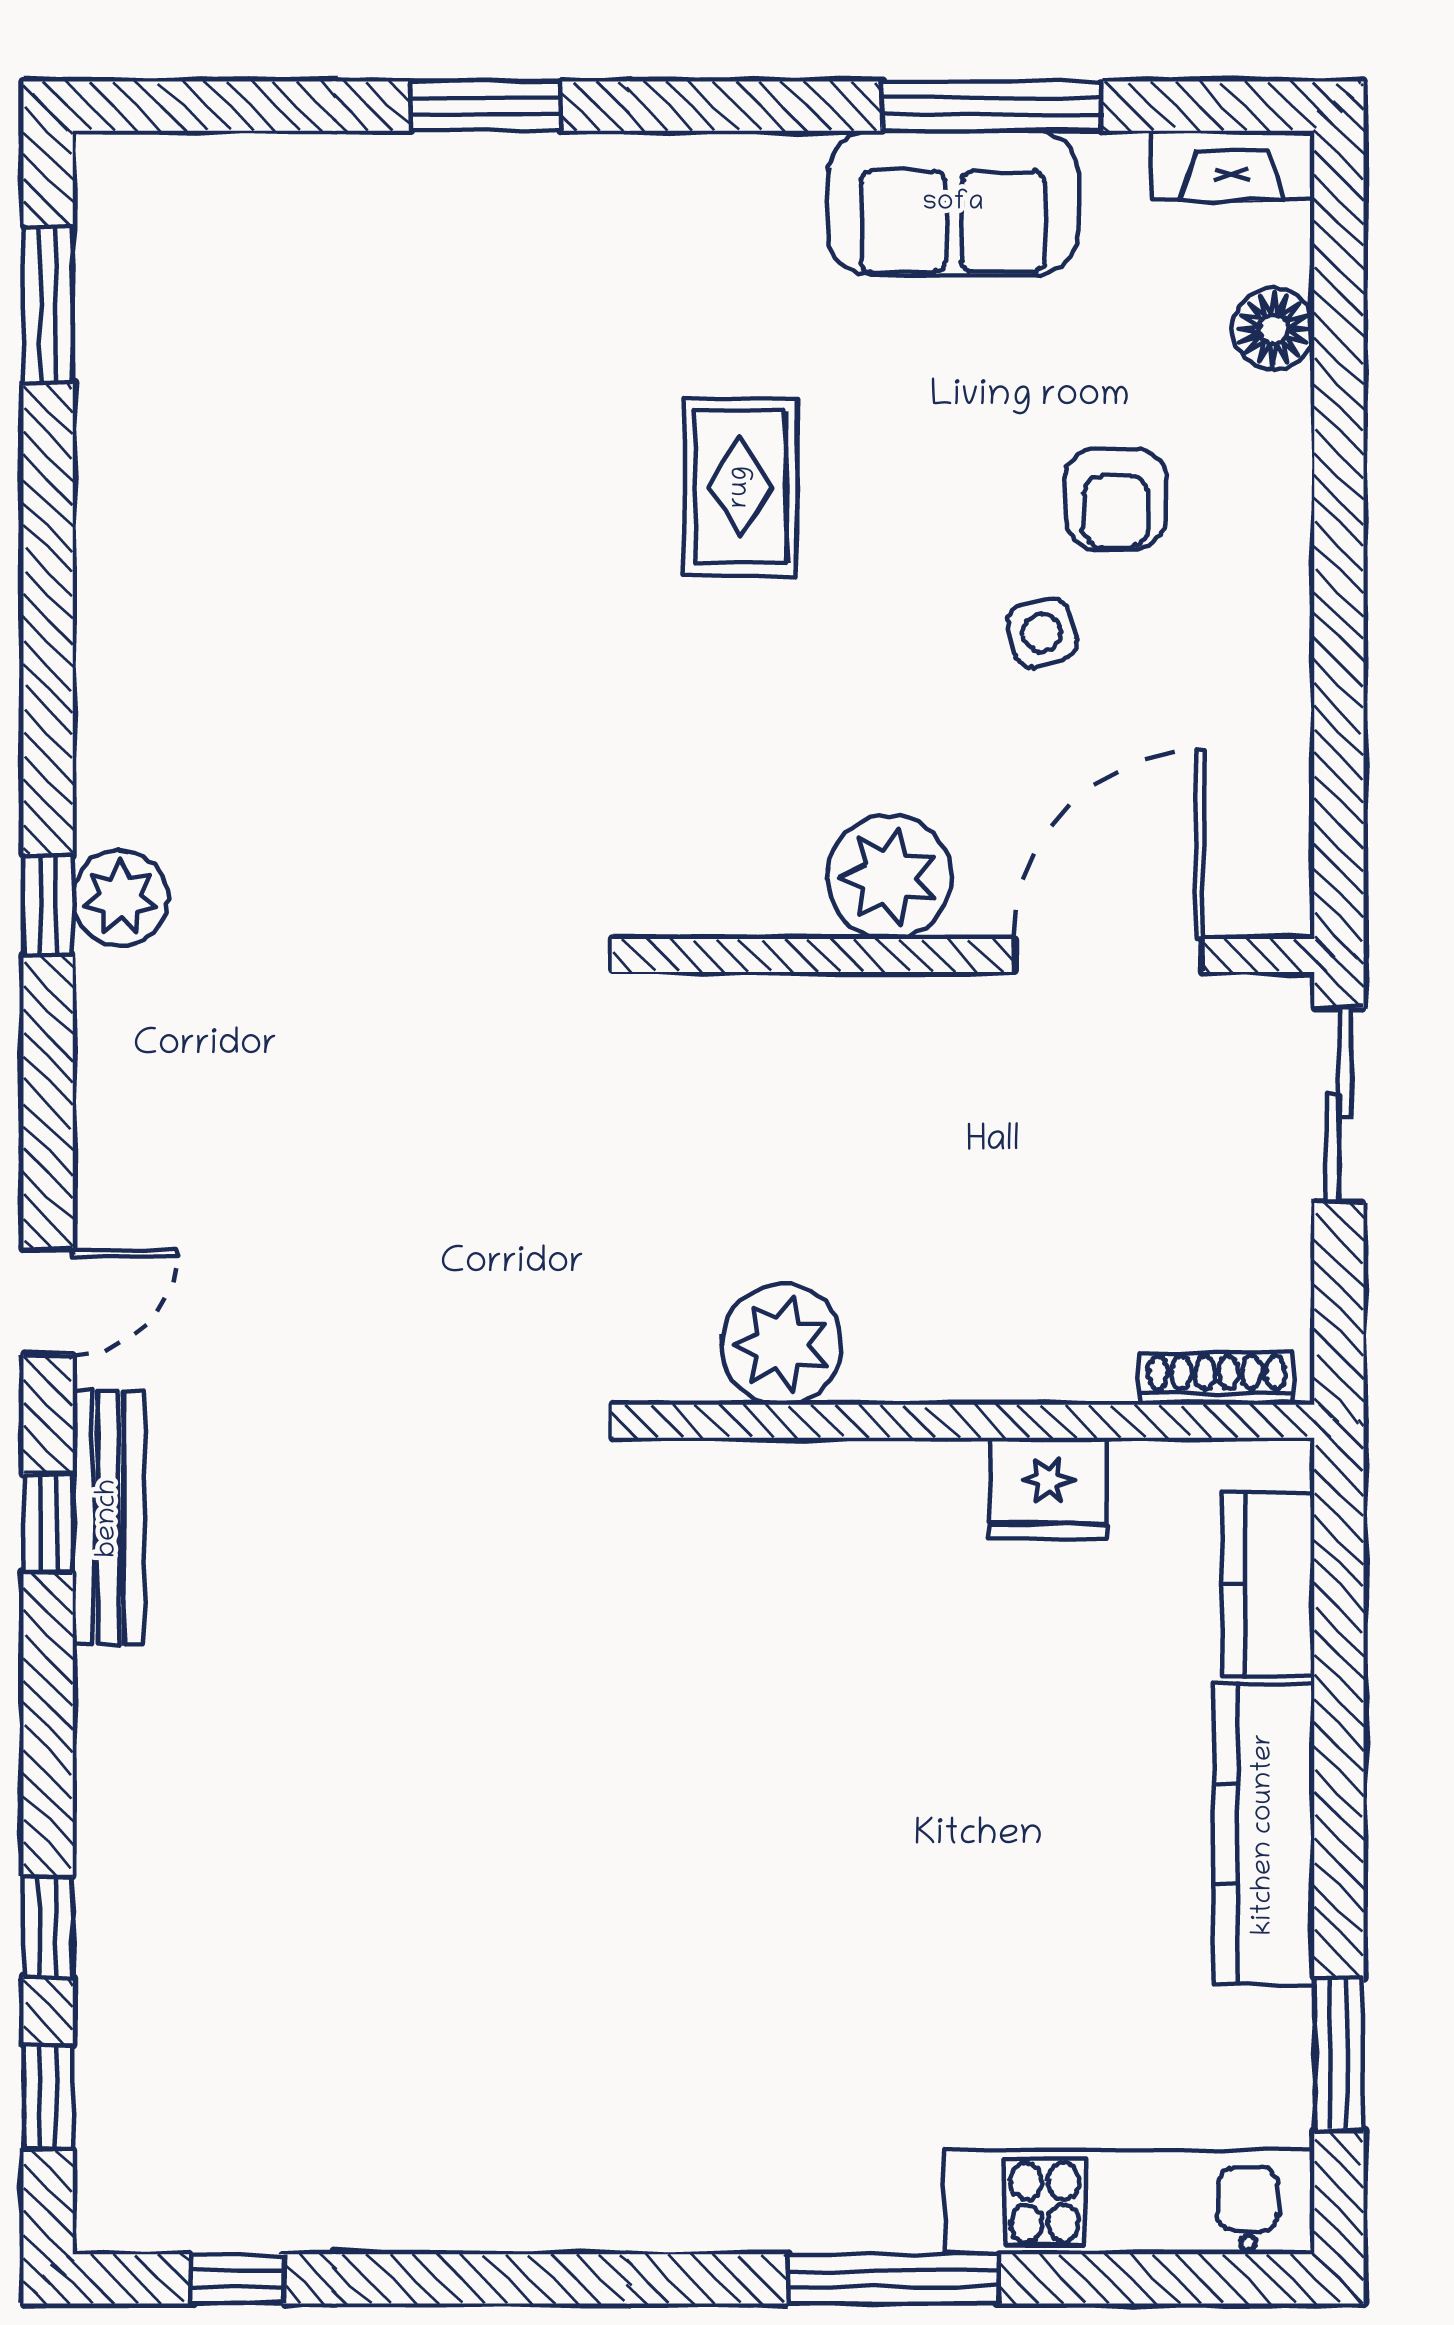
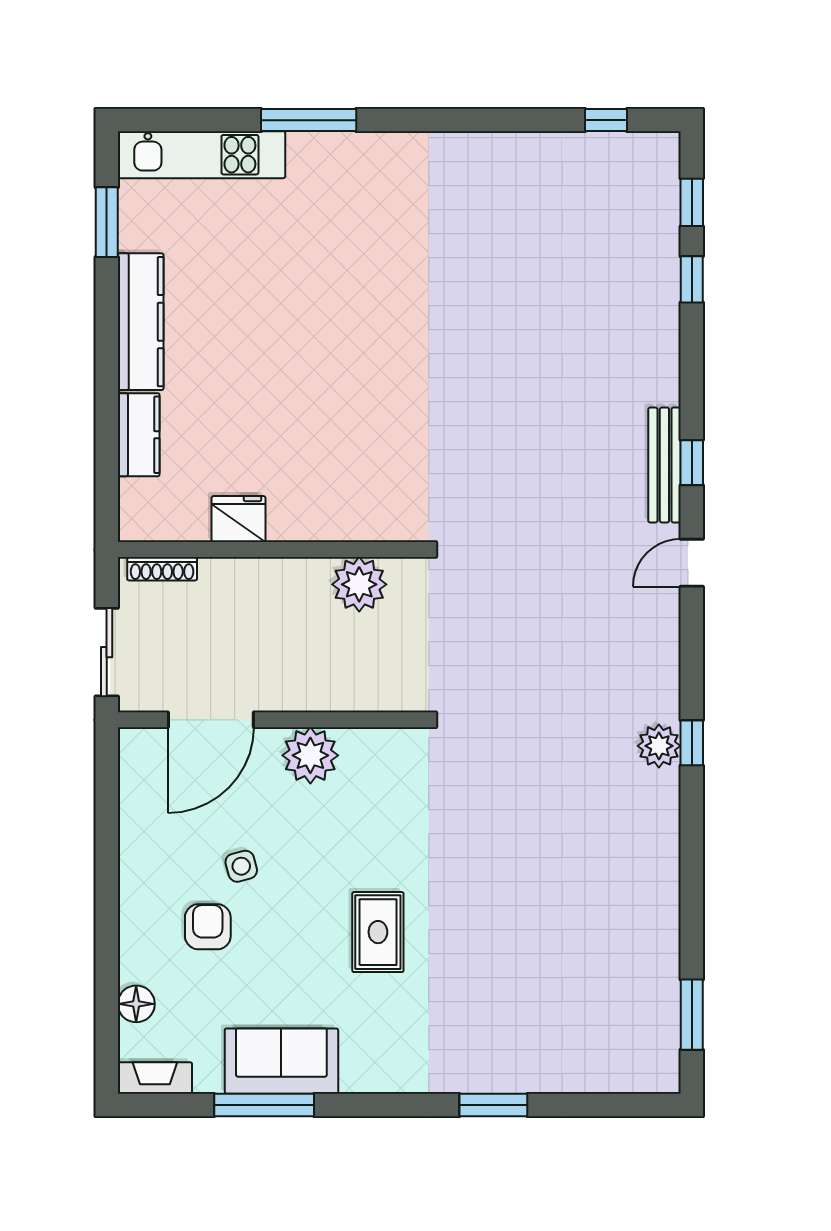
plant: (782, 1345) -> (359, 584), moved
shoe rack: (1217, 1379) -> (162, 569), moved
wall: (979, 1421) -> (270, 550), moved
fridge: (1048, 1488) -> (239, 519), moved

